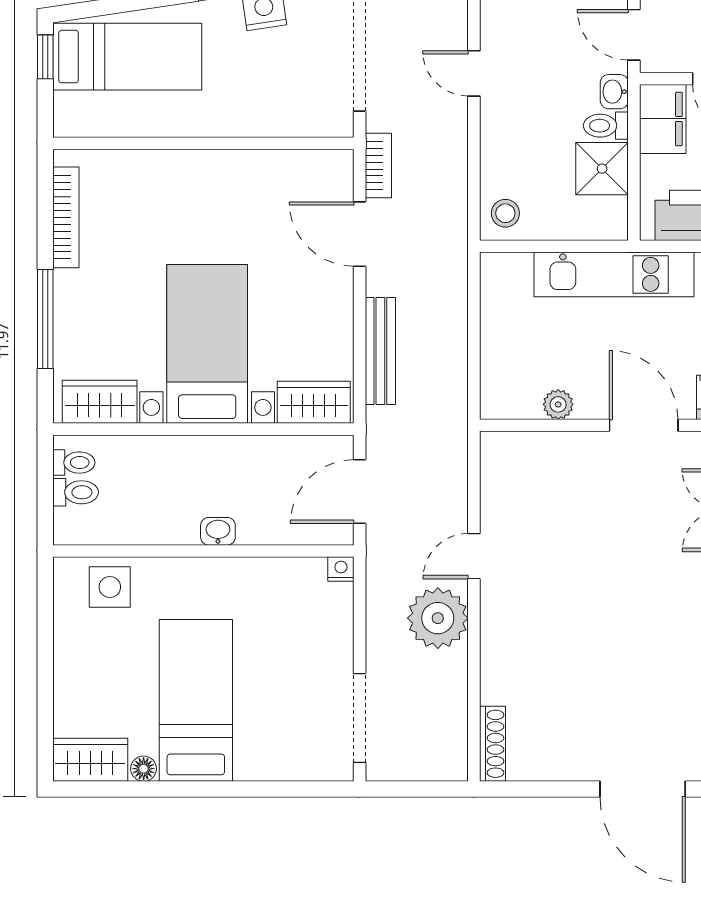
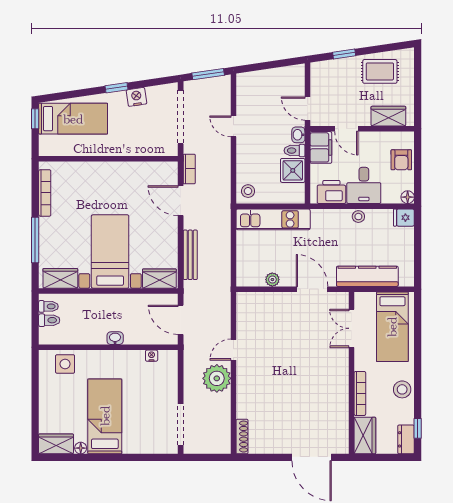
kitchen unit: (614, 274) -> (273, 219), moved
door: (360, 492) -> (181, 320), hinge flipped
nightstand: (341, 569) -> (152, 356), moved

